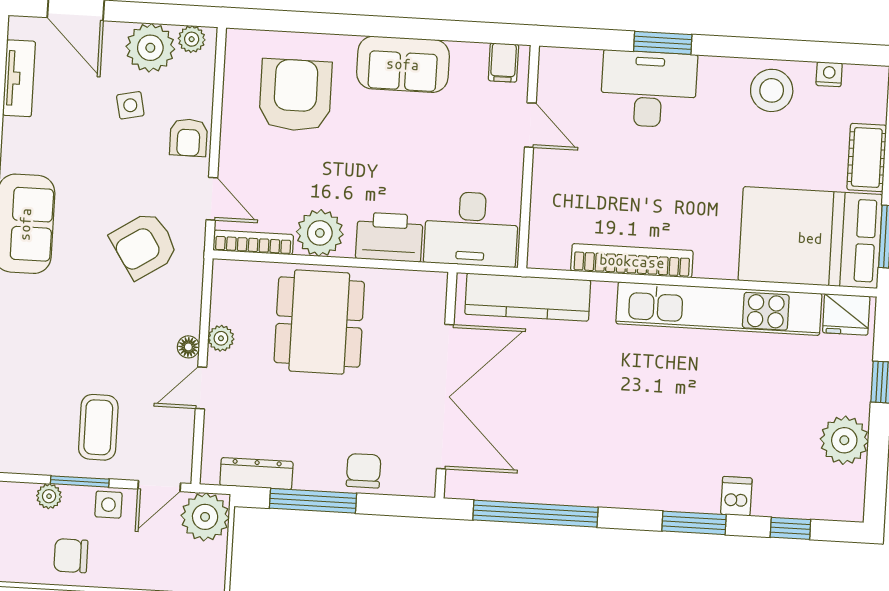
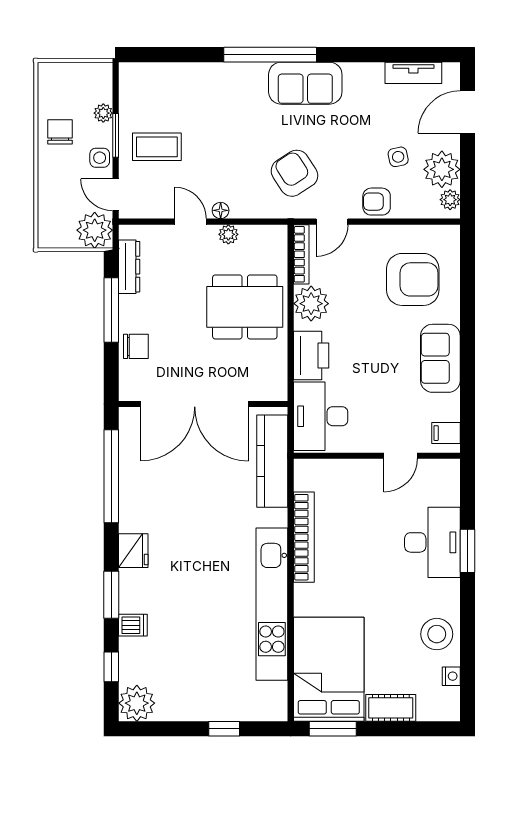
fridge: (846, 314) -> (133, 551), moved, turned 180
plant: (844, 440) -> (137, 703), moved

